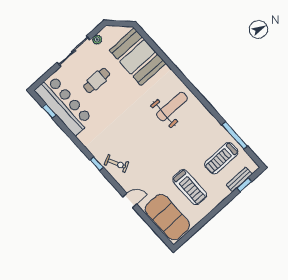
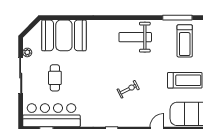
weight bench: (172, 107) -> (135, 37), moved, turned -90
exercise bike: (117, 164) -> (128, 89), moved

